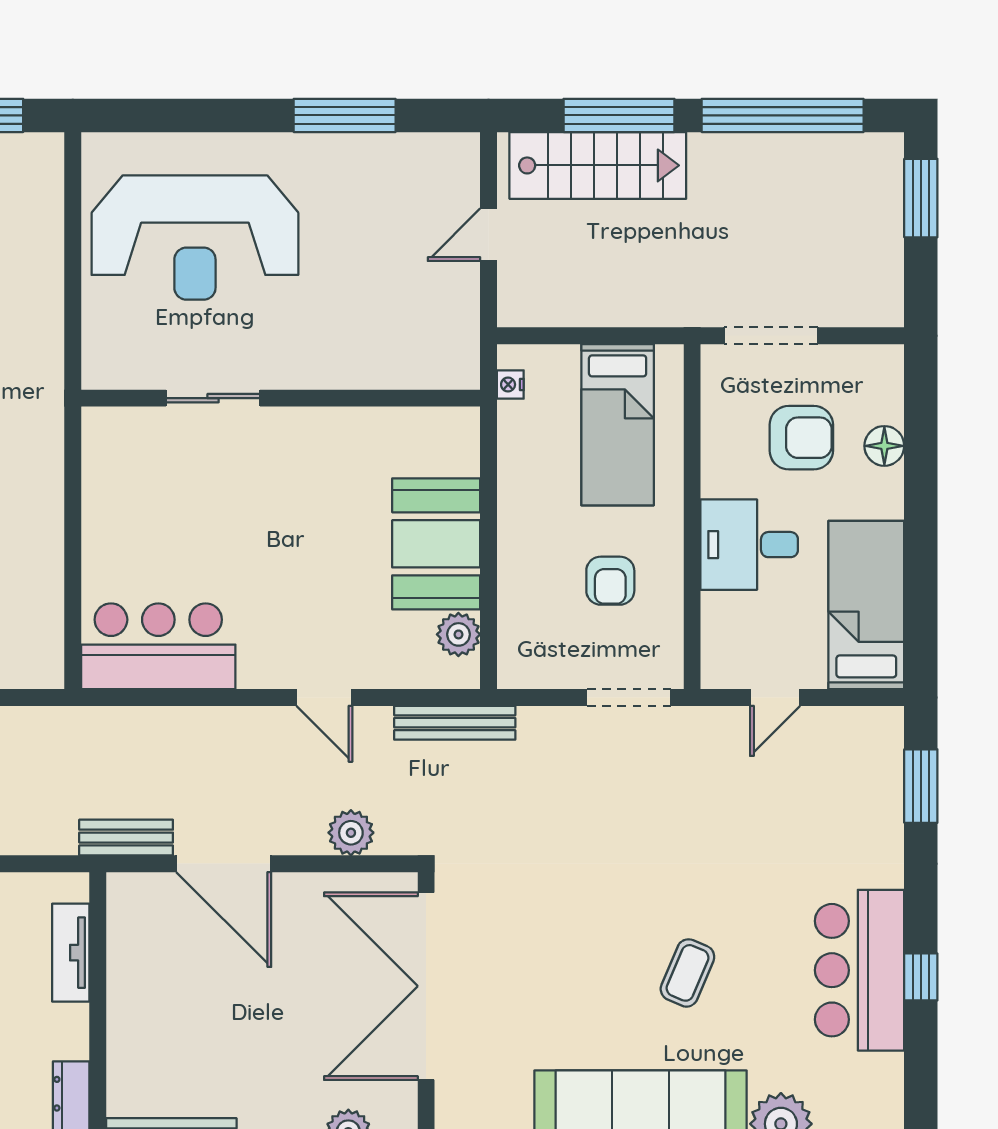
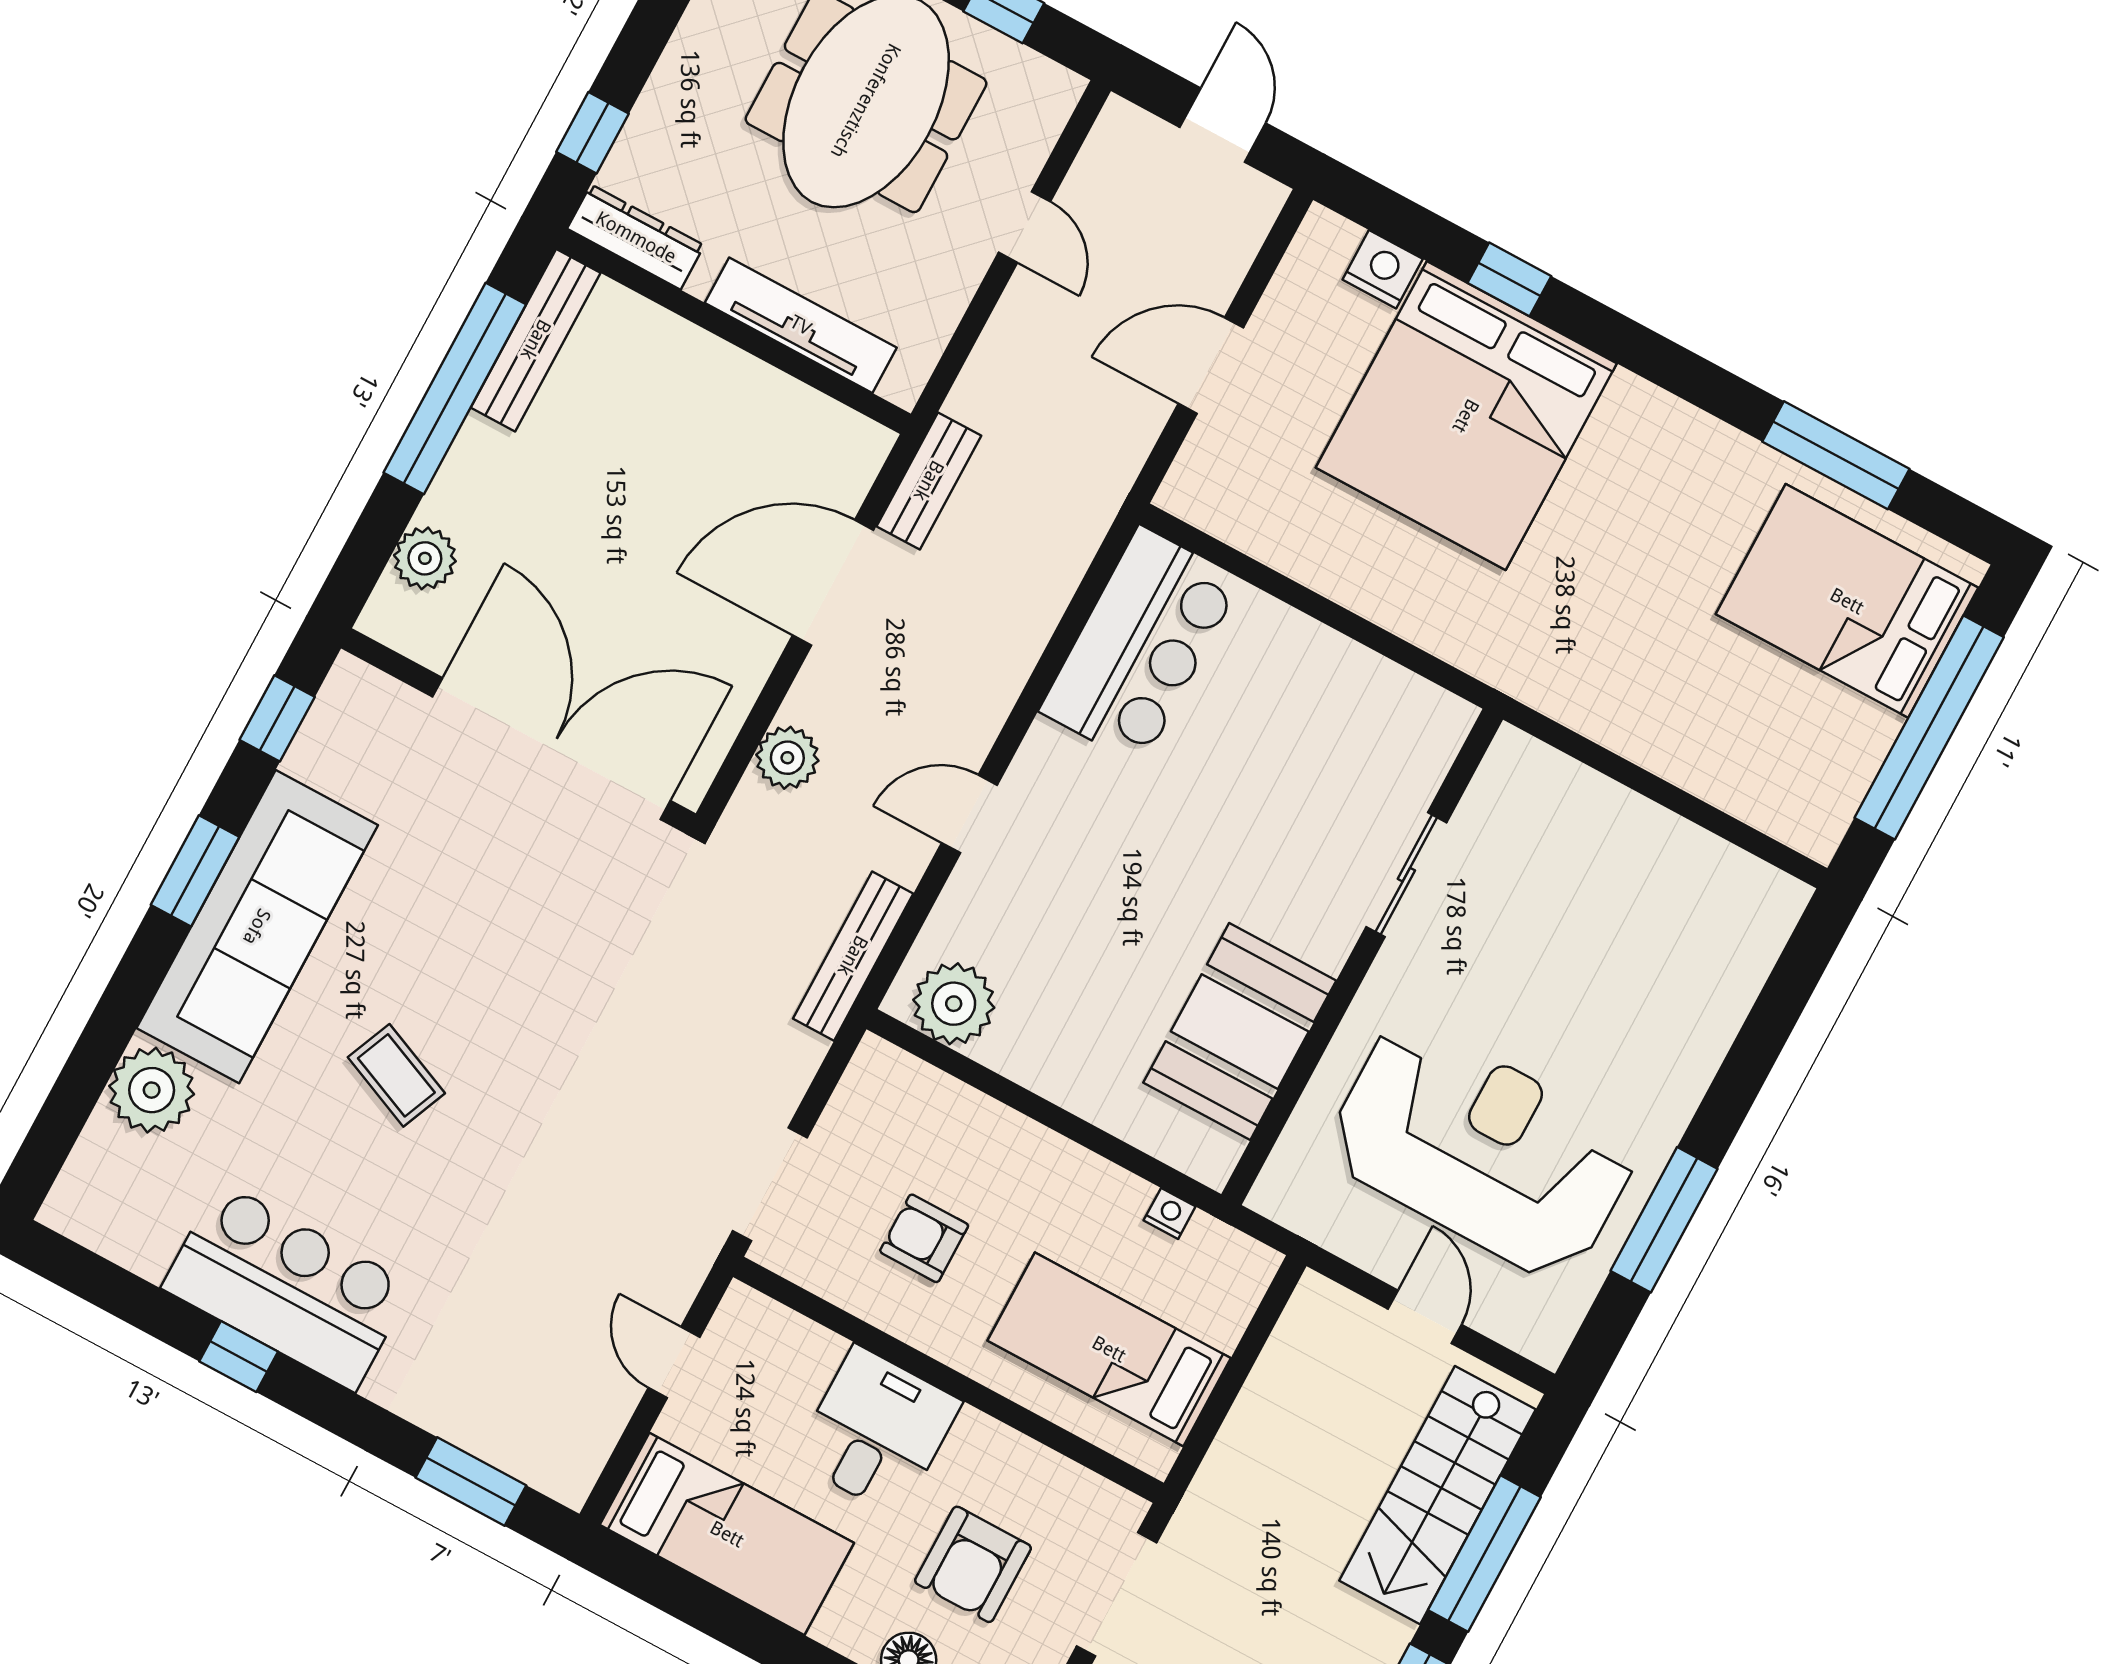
reception desk: (195, 238) -> (1482, 1149), moved, turned 90
nightstand: (510, 384) -> (1170, 1213), moved
booth: (436, 544) -> (1240, 1032), moved, turned 90
plant: (458, 634) -> (954, 1004), width x1.36, depth x1.36
tv unit: (71, 953) -> (801, 325), width x1.41

